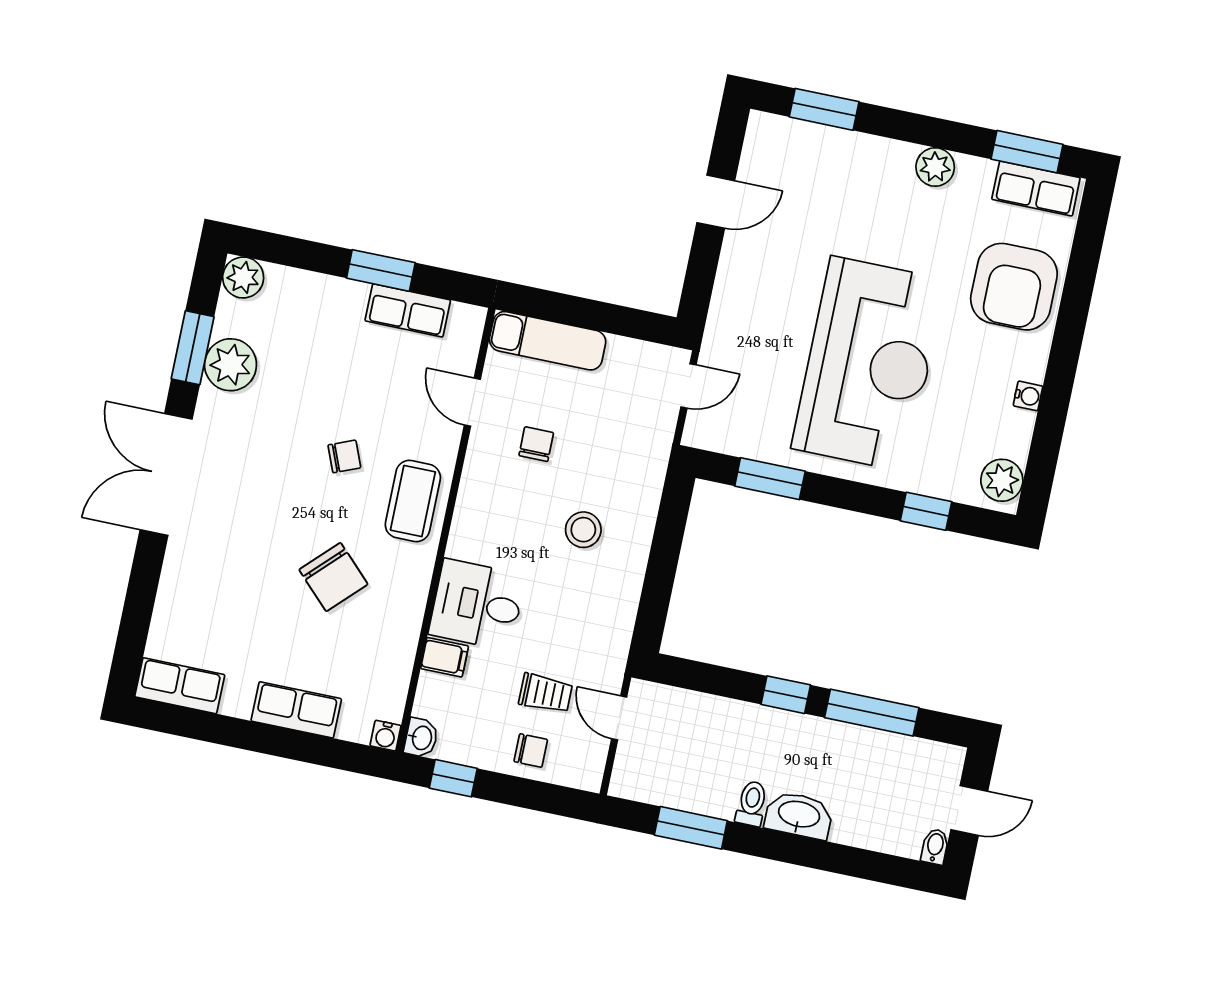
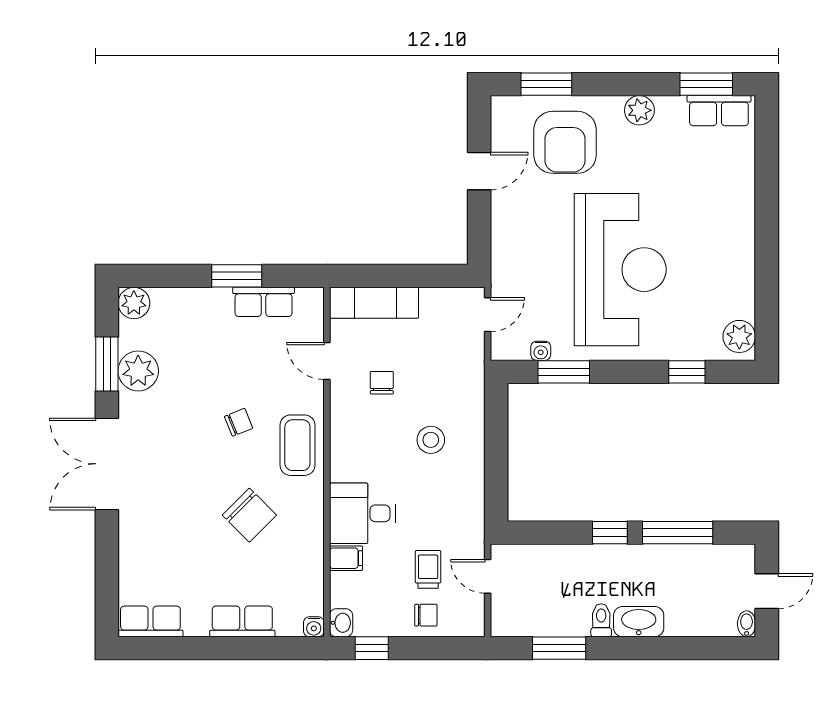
armchair: (1014, 287) -> (565, 142), moved
water cooler: (1028, 396) -> (541, 351), moved, turned 90
trolley: (546, 693) -> (428, 569), turned -90

